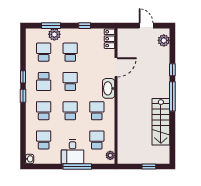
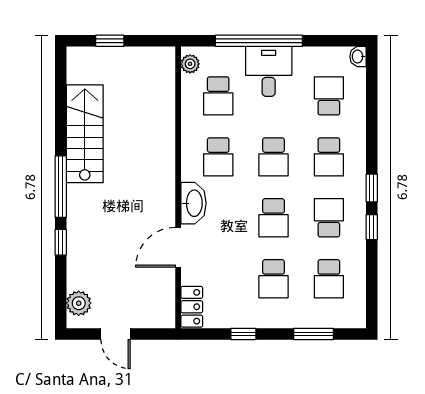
plant: (54, 34) -> (307, 316), removed
school desk: (44, 140) -> (329, 96), turned 180
window: (77, 166) -> (259, 41), width x1.46

